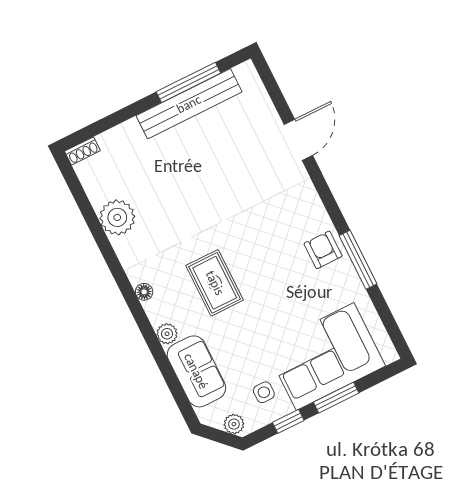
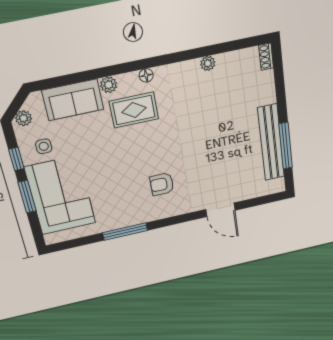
plant: (117, 217) -> (208, 63), width x0.53, depth x0.53
armchair: (323, 250) -> (162, 184), moved, turned 180
rug: (215, 283) -> (134, 110), moved

